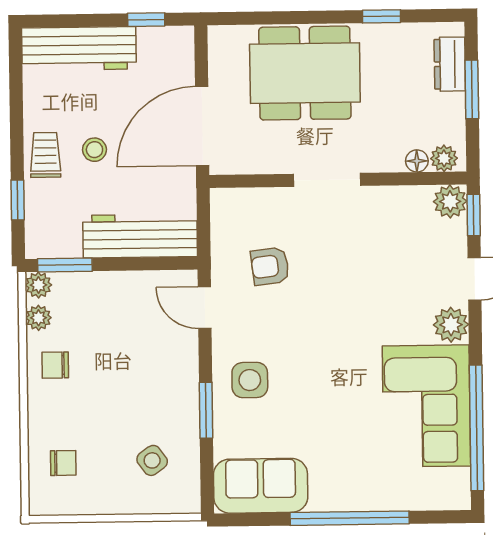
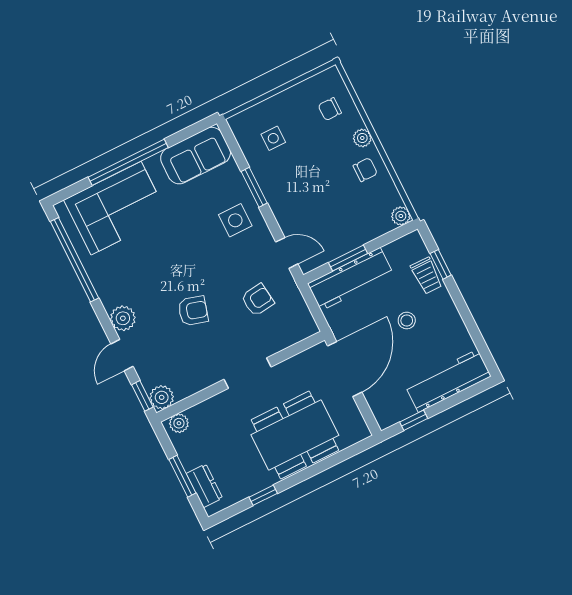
trolley: (45, 155) -> (427, 276), moved
floor lamp: (417, 161) -> (196, 413), removed
window: (65, 265) -> (348, 258), moved
armchair: (358, 292) -> (193, 311), added
plant: (38, 318) -> (362, 138), moved
corner sofa: (426, 406) -> (116, 208), moved, turned 90
side table: (152, 460) -> (273, 138), turned 36

